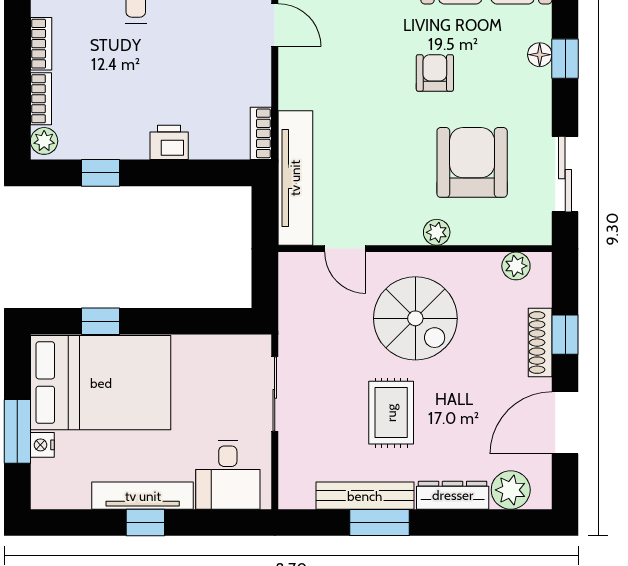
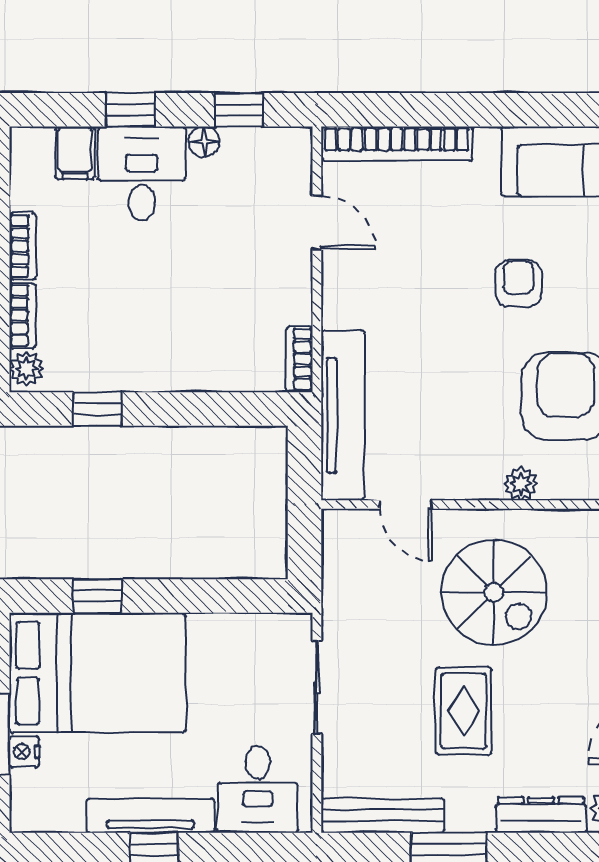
printer: (169, 142) -> (184, 371), removed
bench: (365, 496) -> (383, 816), moved

